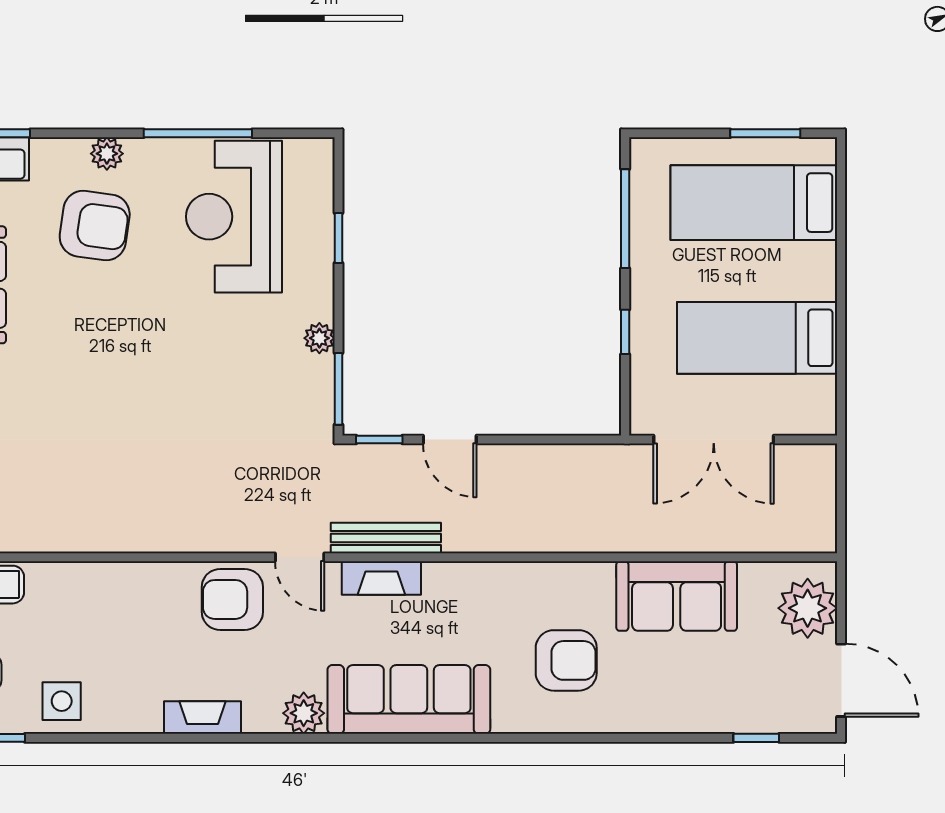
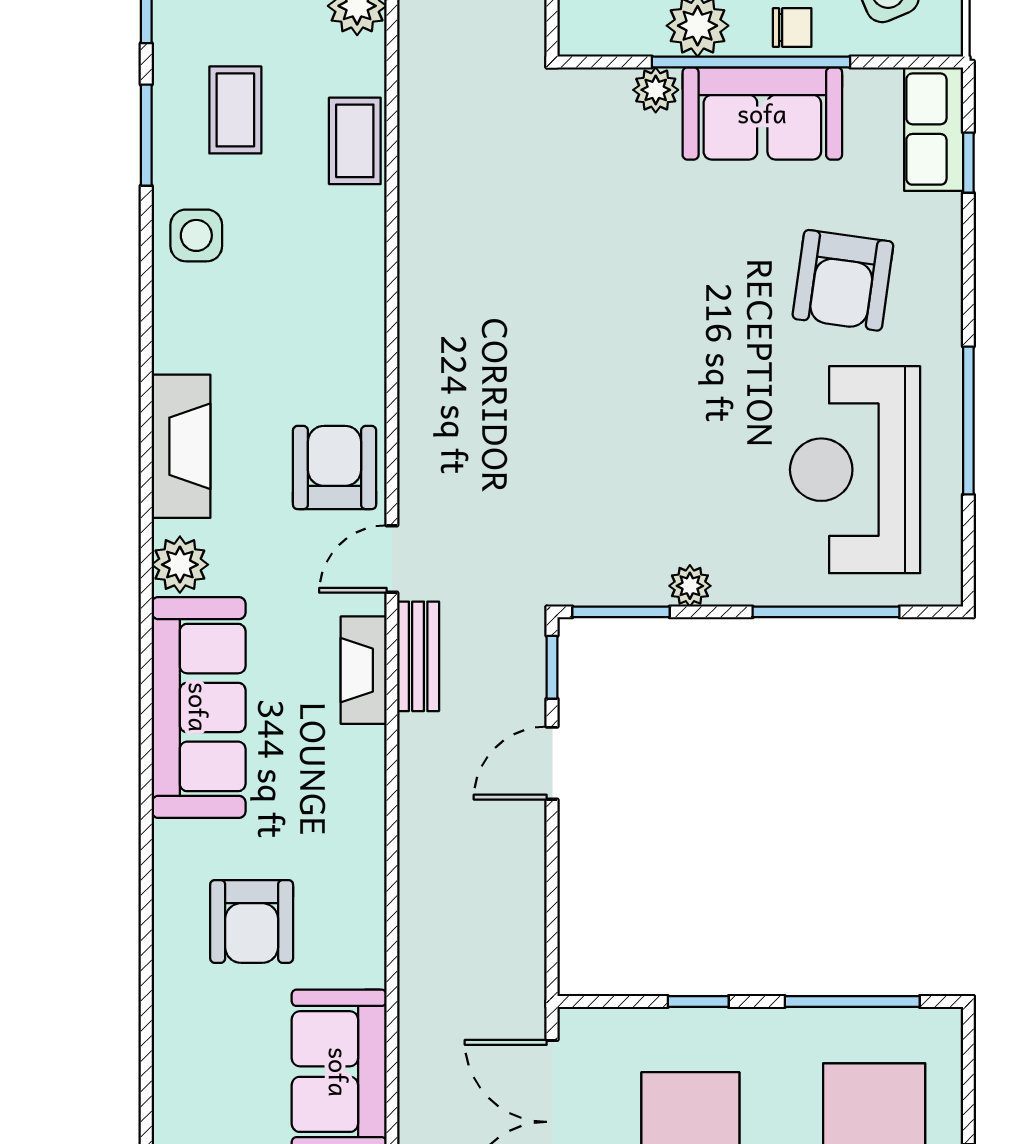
plant: (107, 154) -> (941, 297), removed
reception desk: (234, 217) -> (855, 470), turned -90
window: (339, 238) -> (826, 612), width x2.17
bench: (386, 538) -> (418, 656), width x0.73
fireplace: (203, 718) -> (181, 446), width x1.37, depth x1.32

